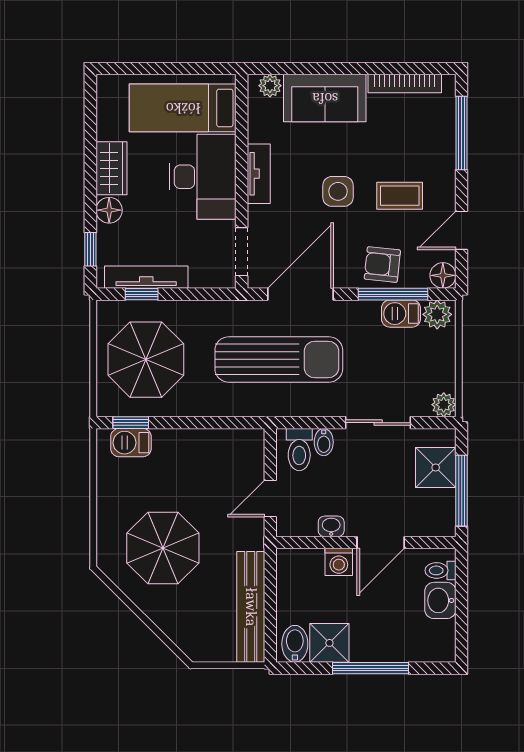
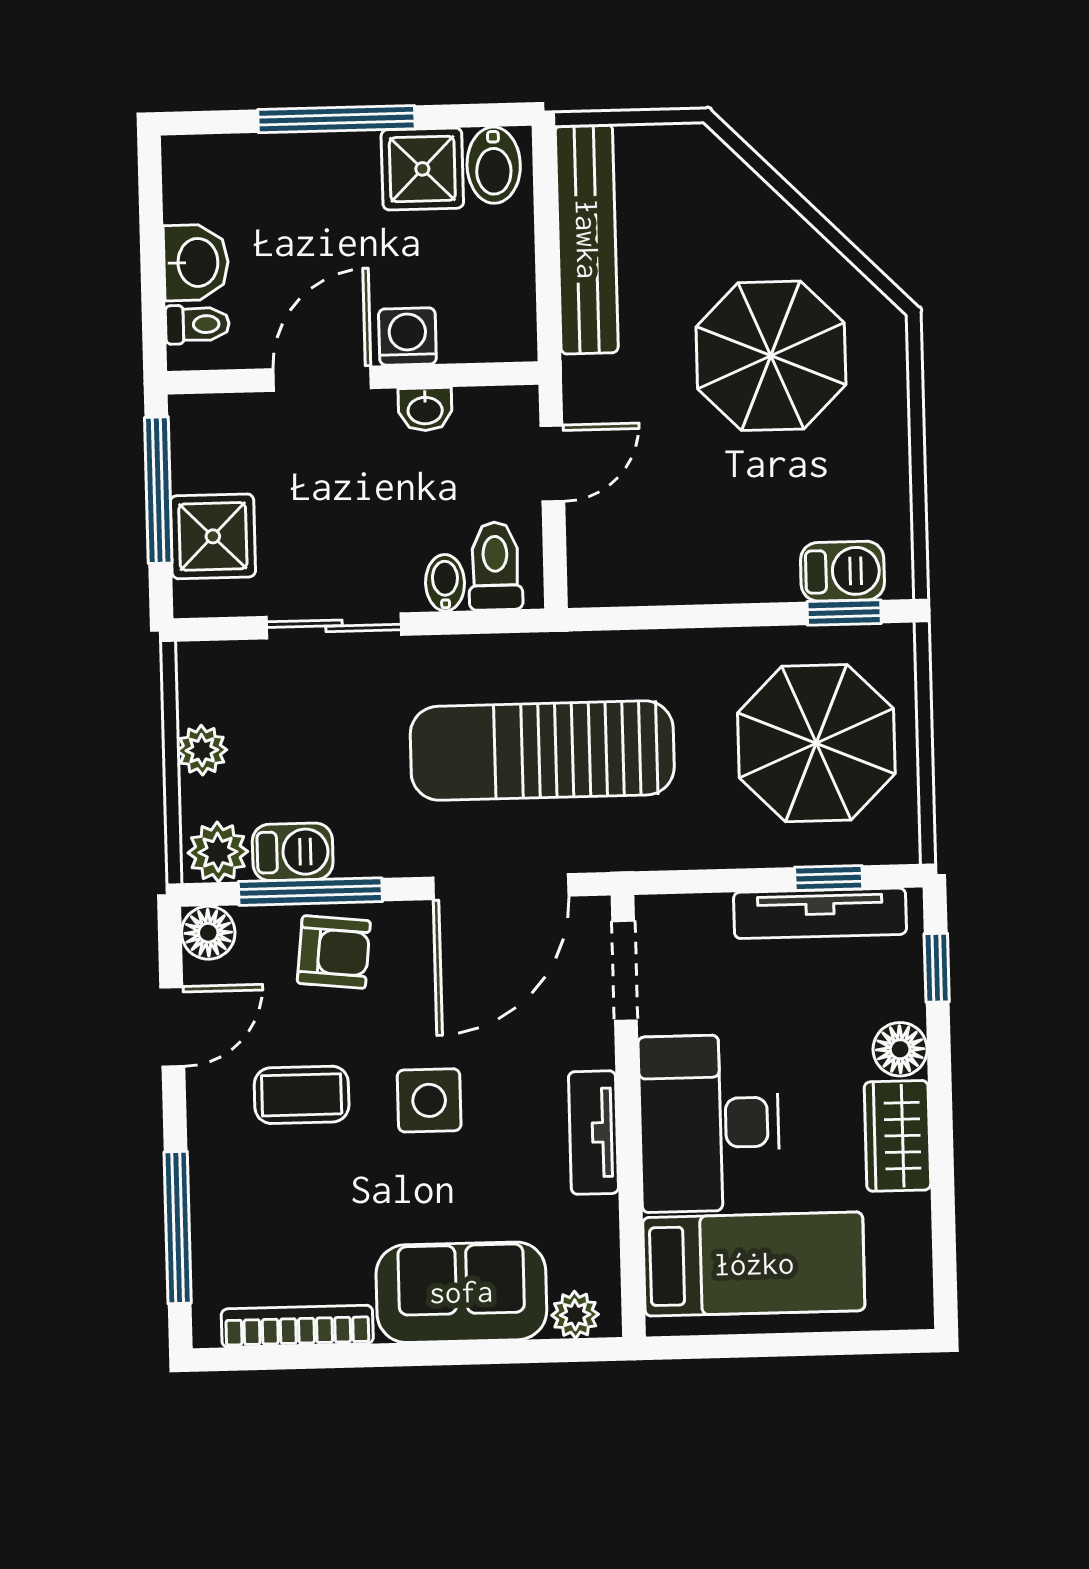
plant: (444, 405) -> (202, 750), moved

